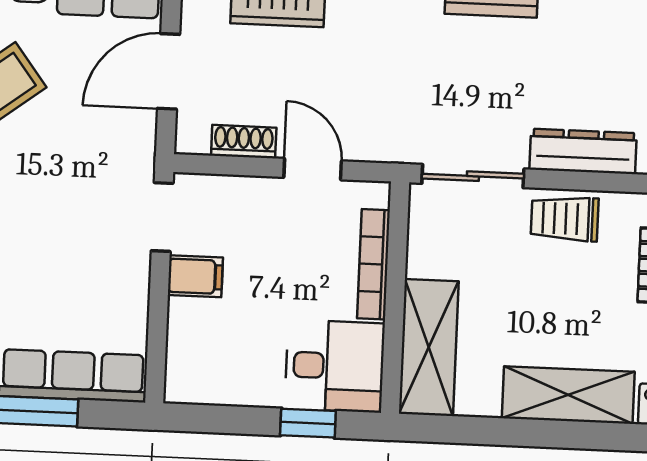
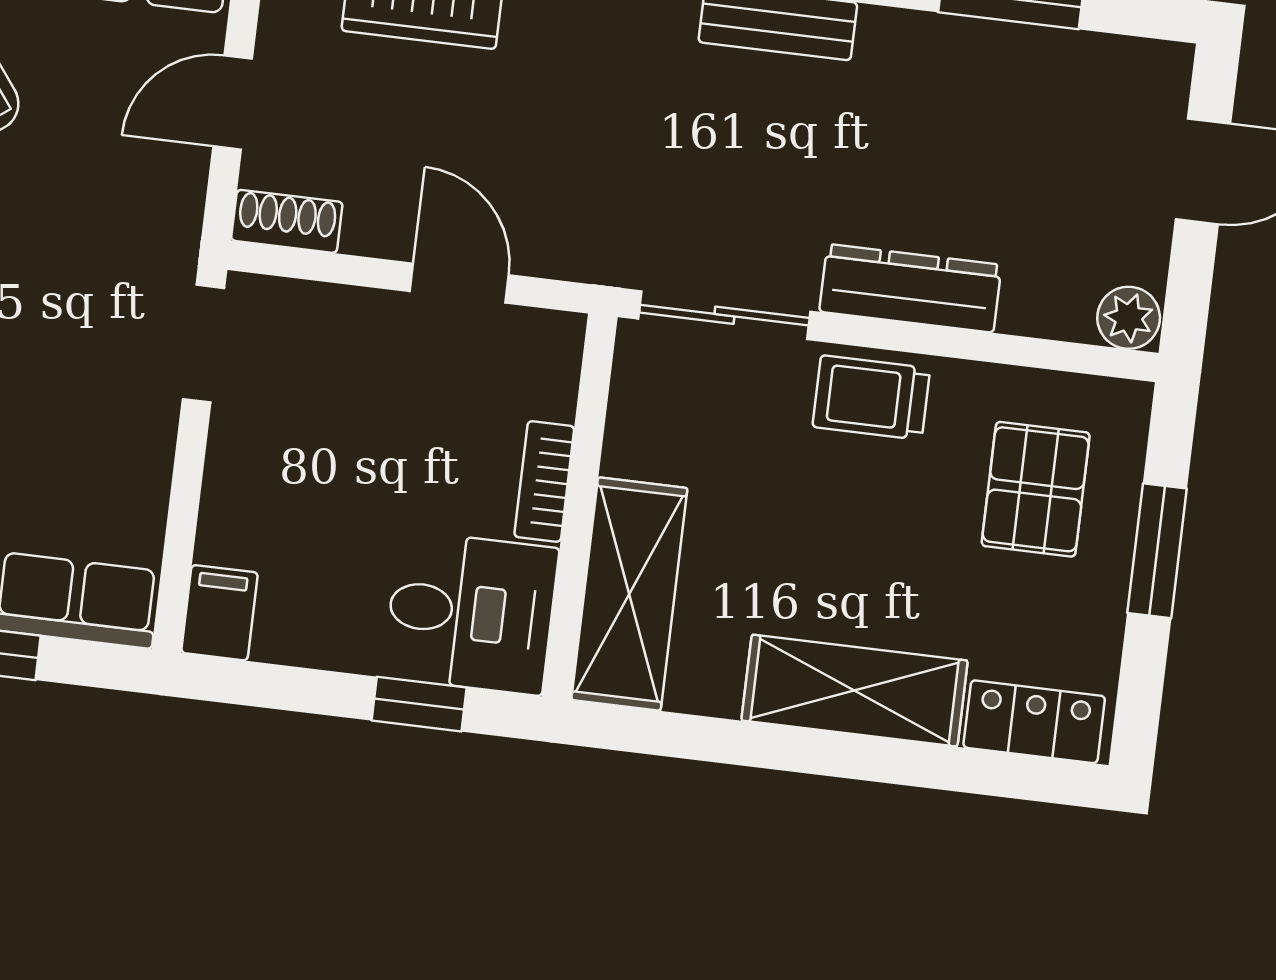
door: (169, 71) -> (233, 103), width x0.73
shoe rack: (244, 142) -> (287, 221), moved
bookcase: (374, 264) -> (544, 481), width x0.64
filing cabinet: (195, 276) -> (220, 613), moved, turned -90

